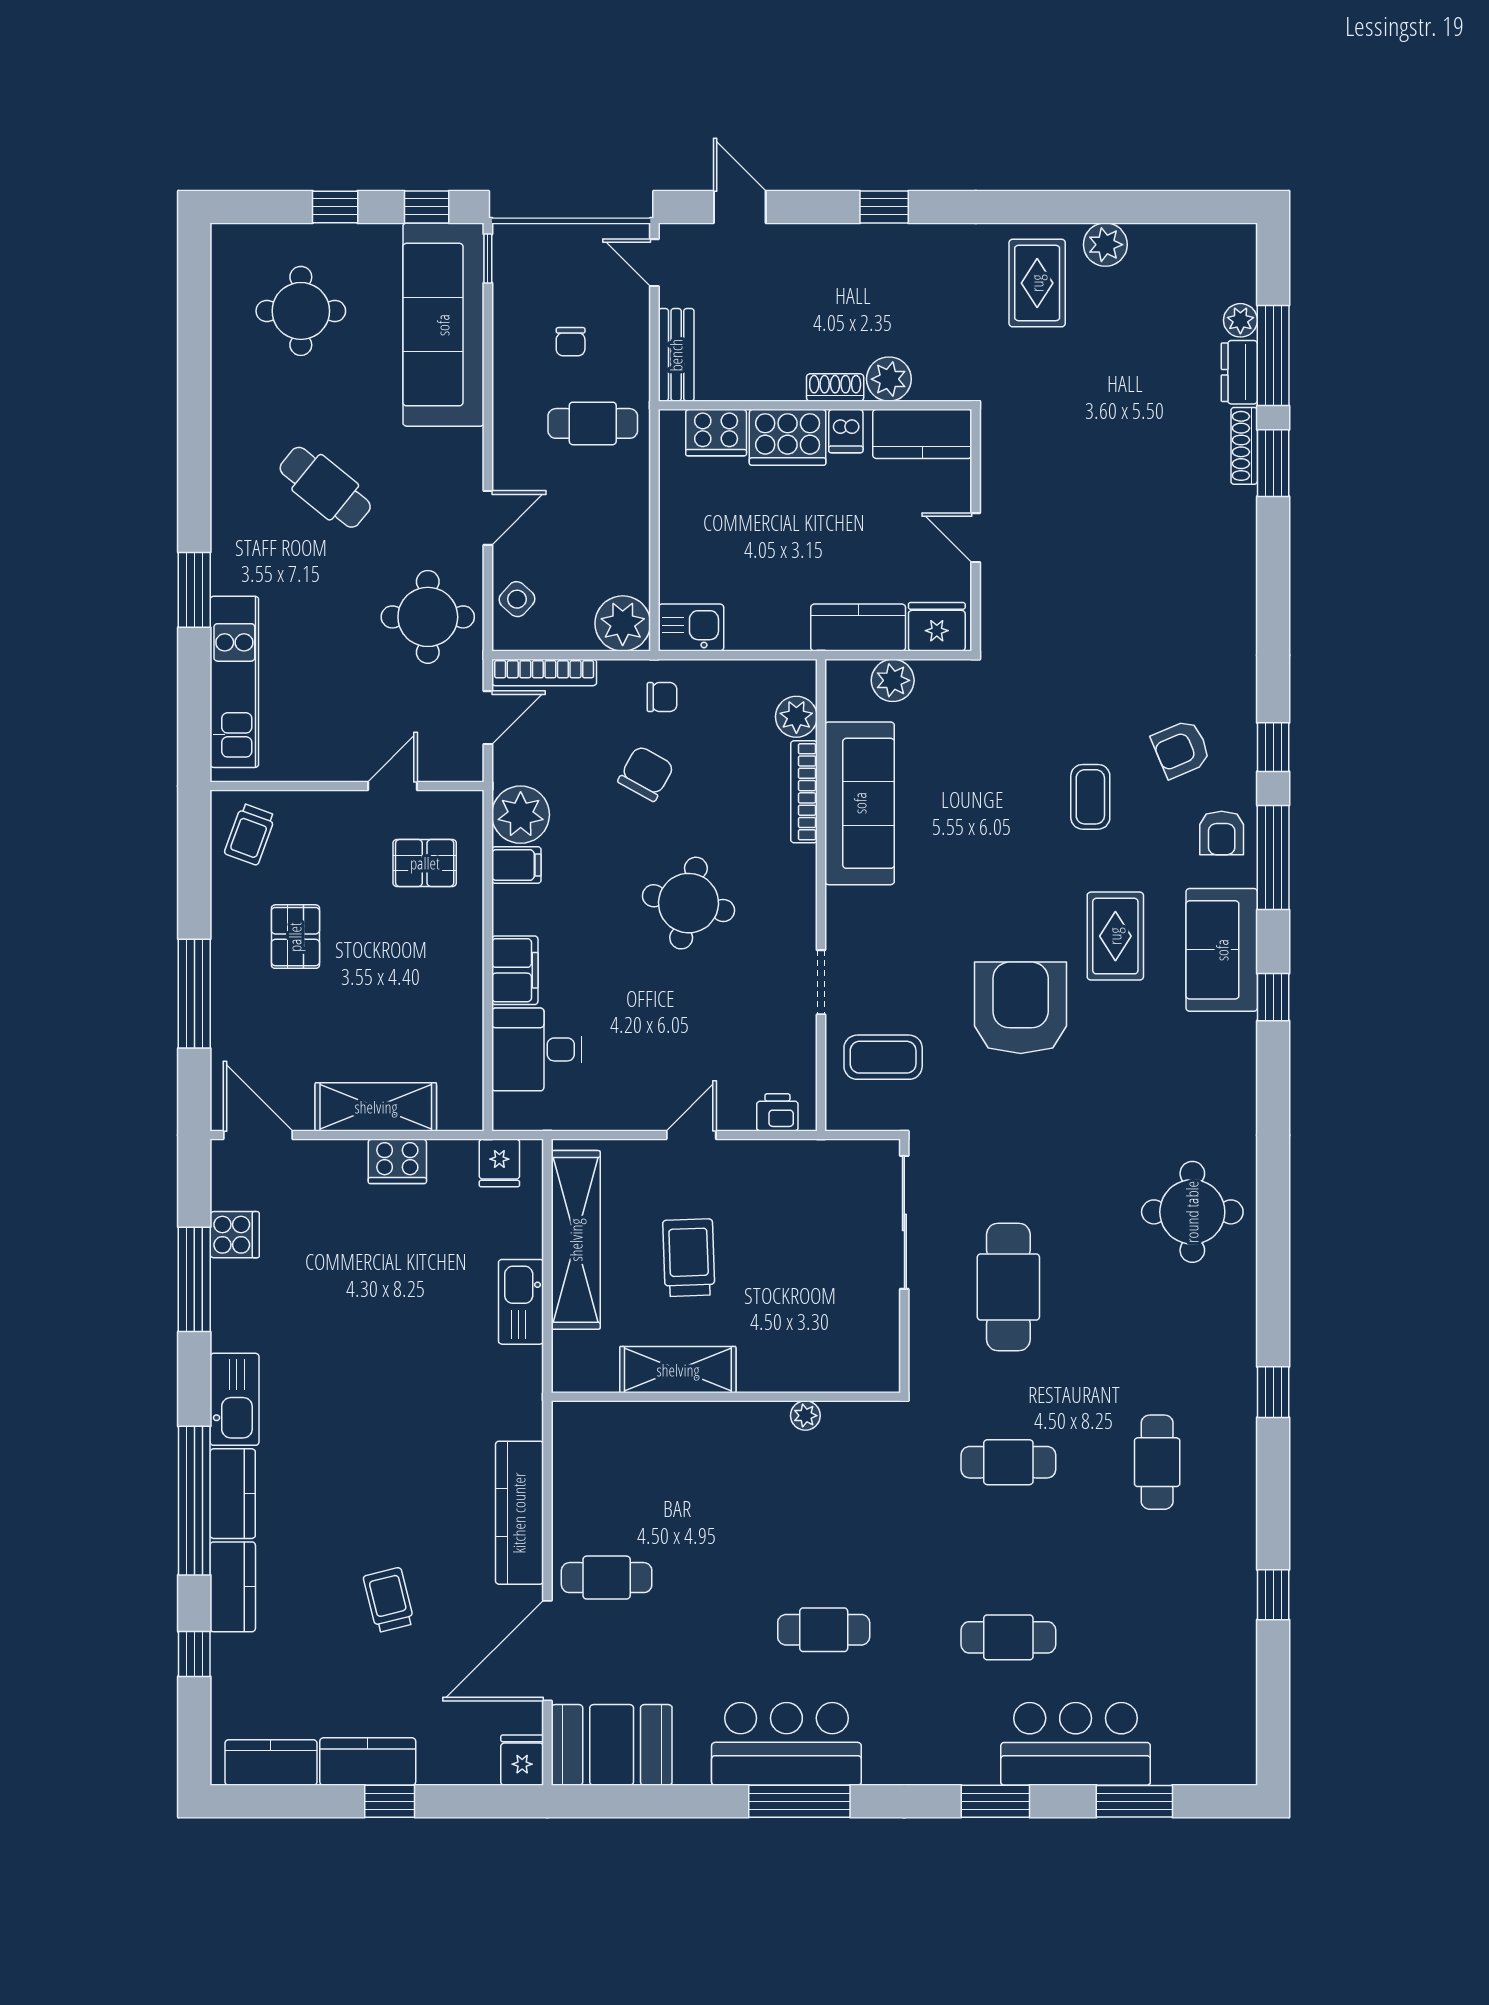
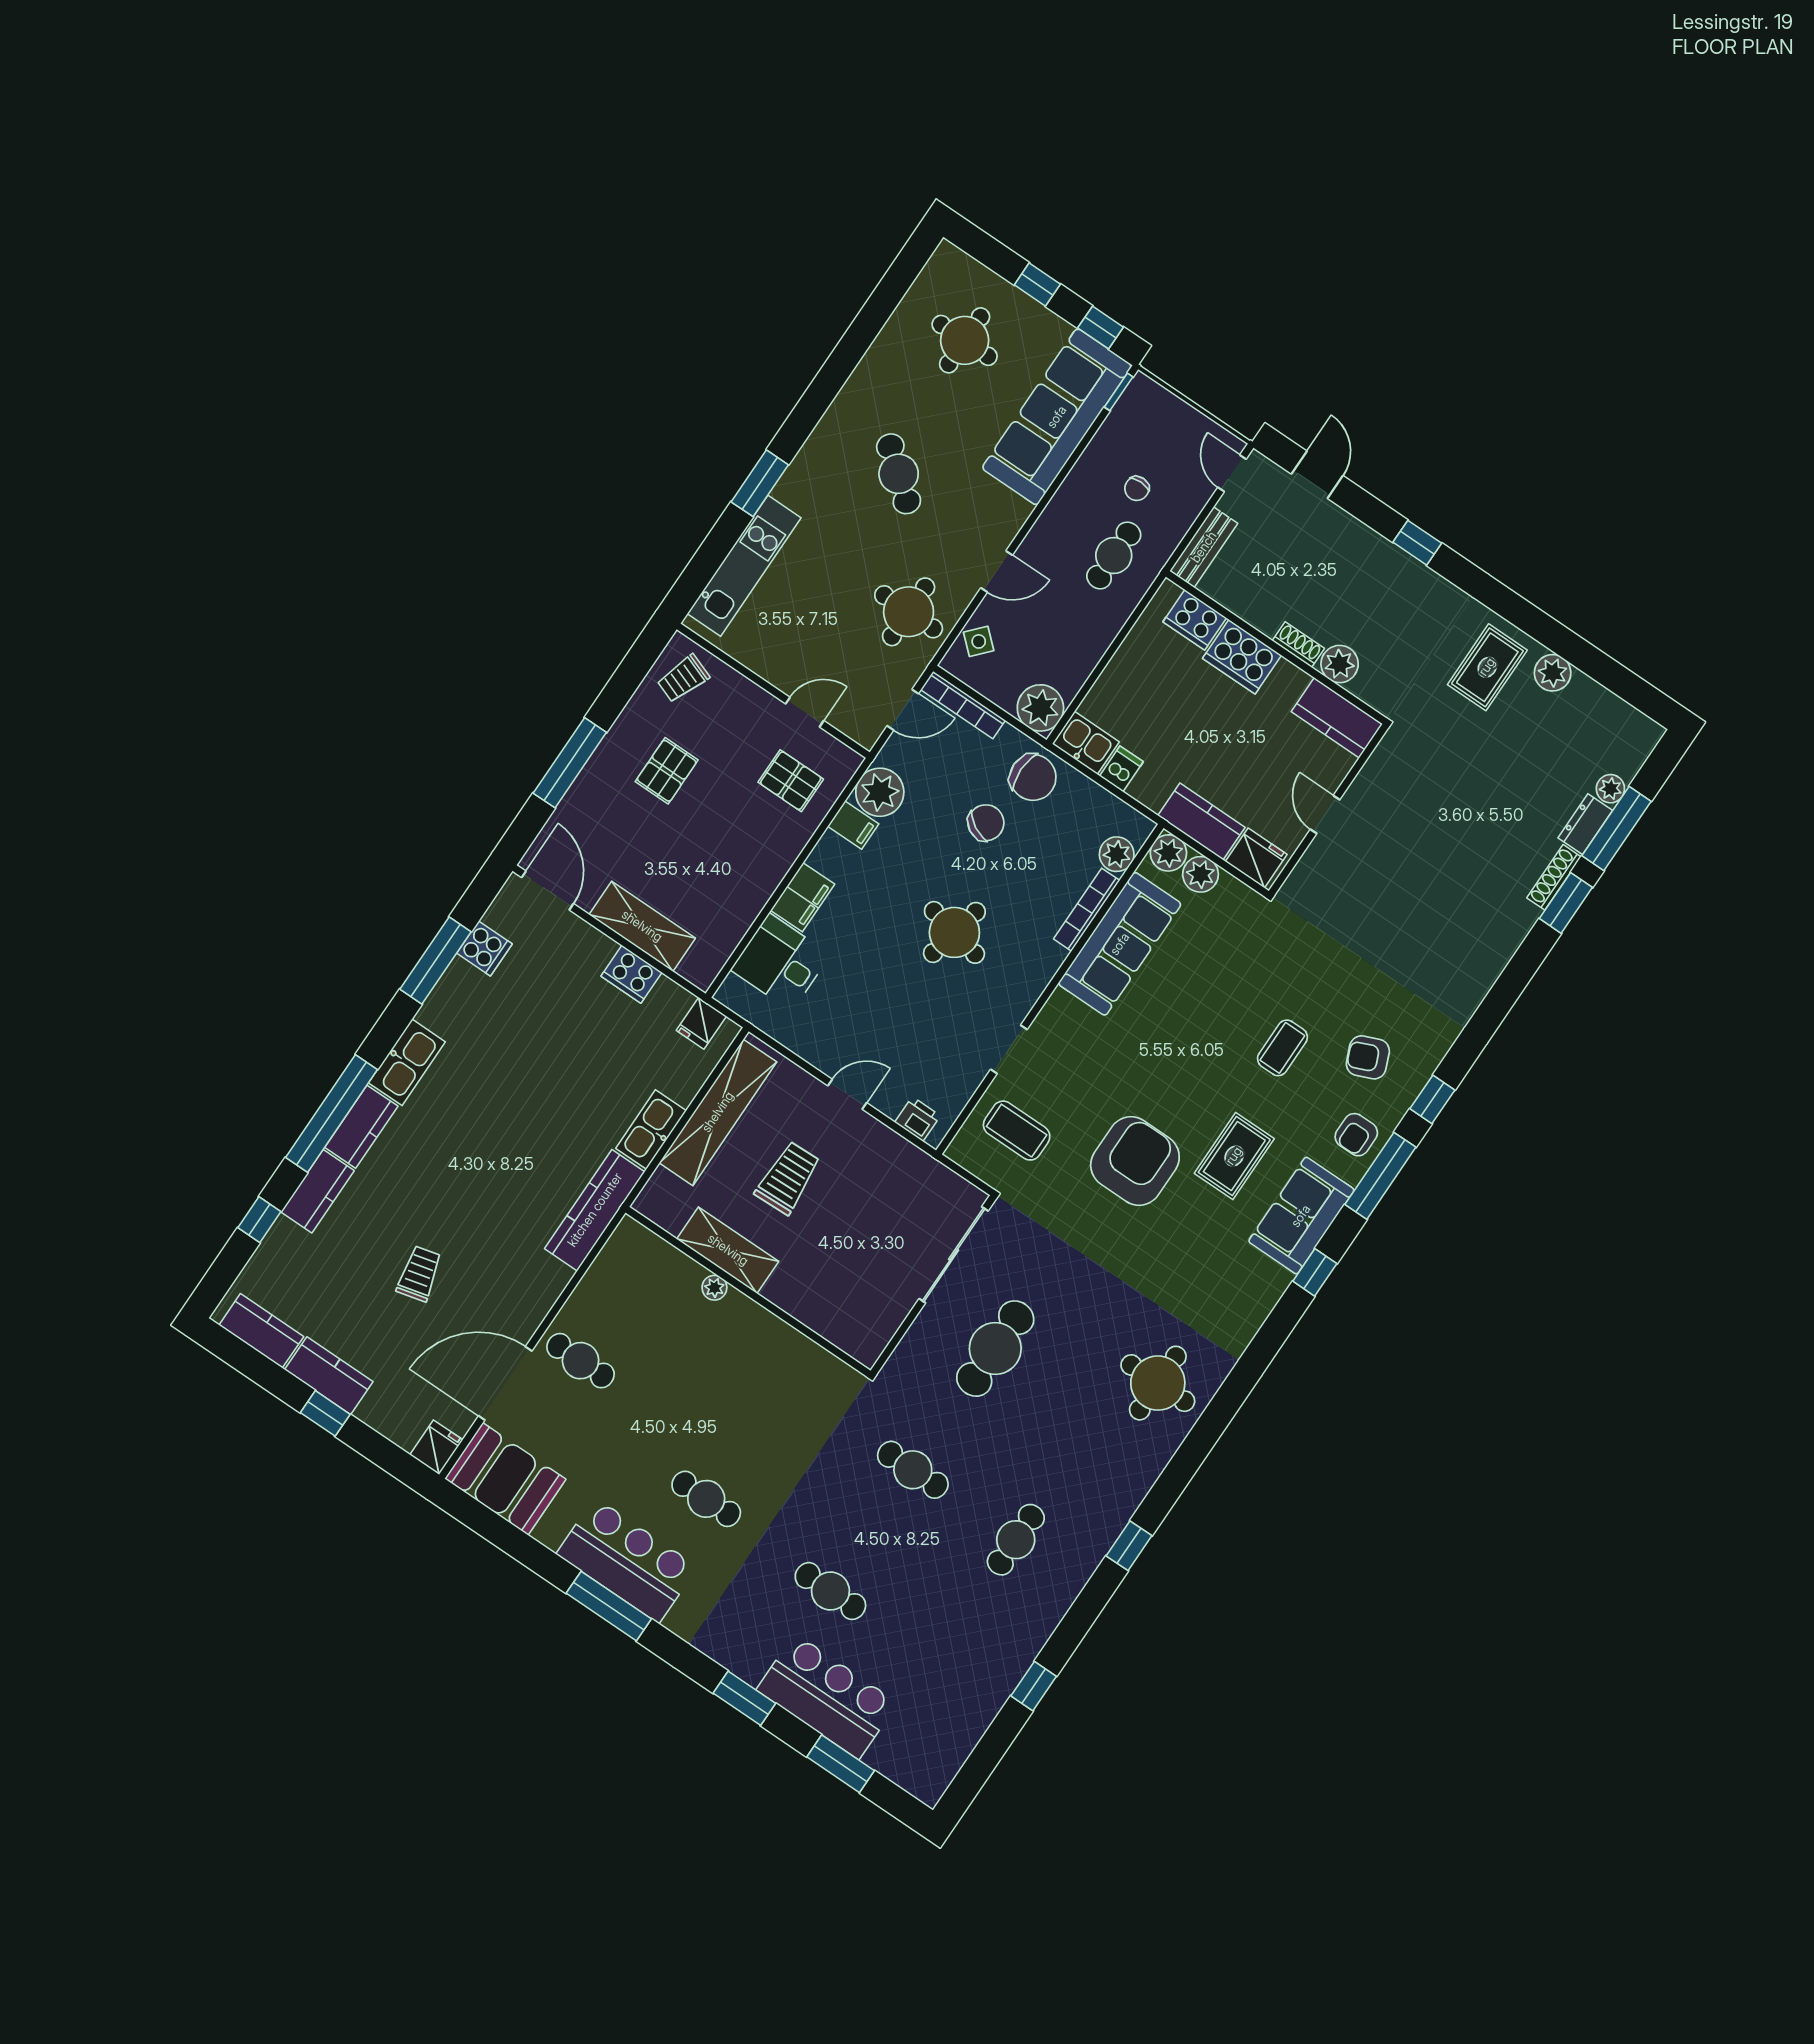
cafe table: (593, 423) -> (1114, 555), turned 90
dishwasher: (846, 431) -> (1121, 769), moved, turned 180
plant: (847, 681) -> (1168, 853), added
chair: (662, 697) -> (1033, 777), width x1.87, depth x1.87
plant: (805, 1416) -> (714, 1288), moved
kitchen counter: (519, 1513) -> (595, 1210), moved

